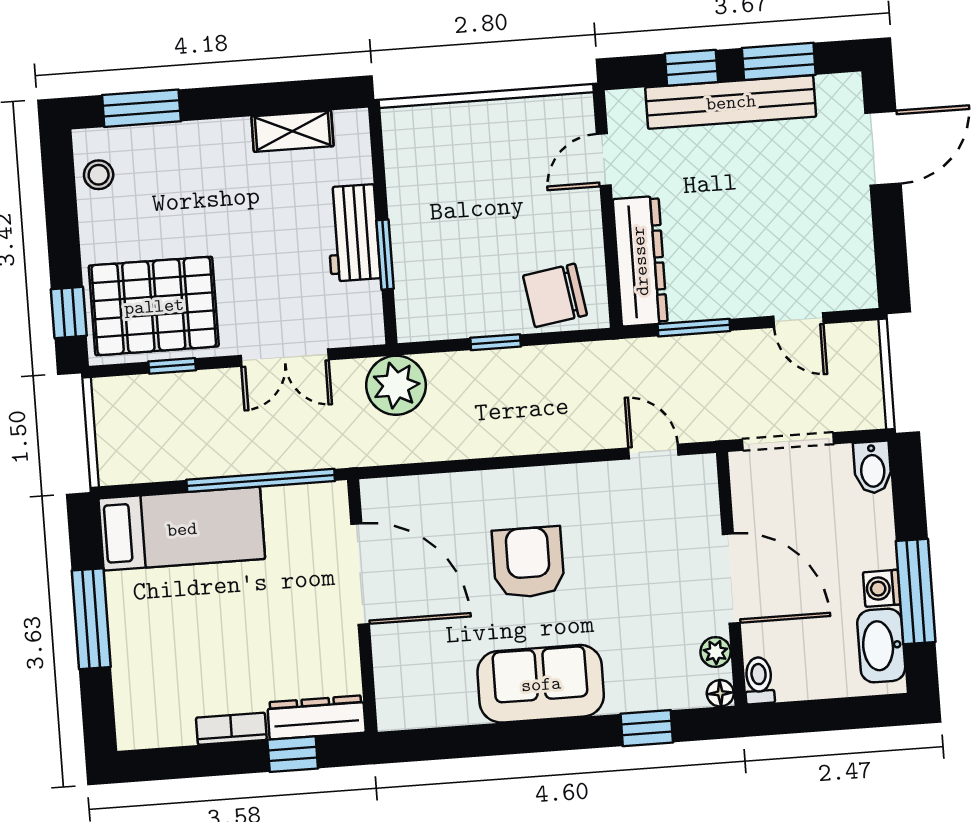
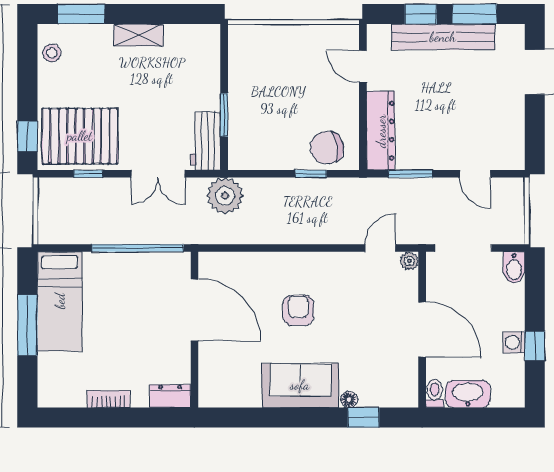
shelving: (292, 131) -> (138, 35), moved
door: (604, 160) -> (363, 67), hinge flipped
workbench: (353, 233) -> (205, 141), moved
window: (496, 342) -> (311, 174), moved
door: (653, 452) -> (380, 248), hinge flipped
bed: (182, 529) -> (60, 301), moved, turned 90
armchair: (528, 562) -> (298, 310), width x0.72, depth x0.72
window: (916, 591) -> (535, 346), width x0.46
washbasin: (881, 646) -> (468, 394), moved, turned 90
plant: (716, 652) -> (409, 261), moved
floor lamp: (720, 693) -> (349, 399), moved
dresser: (316, 717) -> (170, 396), width x0.70
window: (293, 754) -> (145, 418), removed

